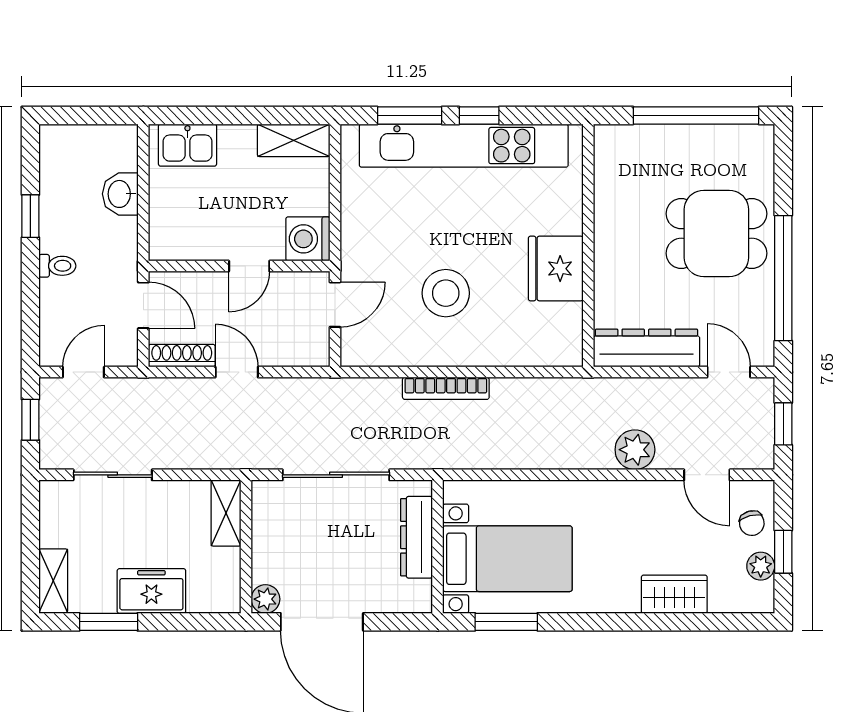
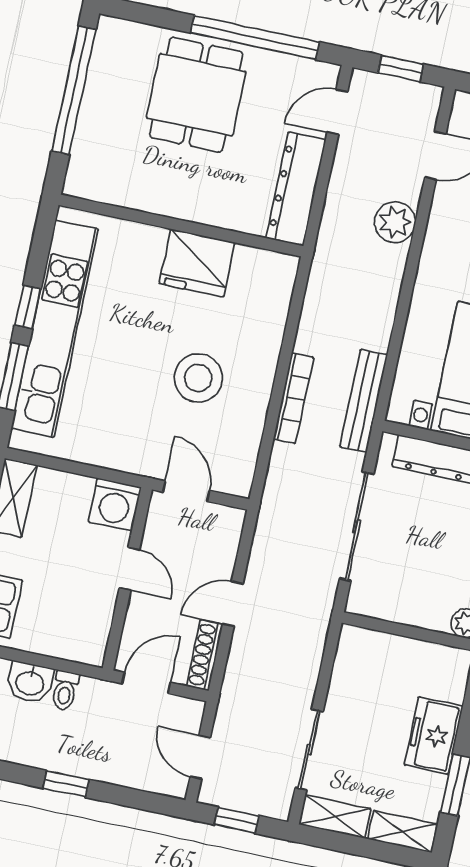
window: (30, 216) -> (66, 784), moved
toilet: (57, 266) -> (65, 690), moved, turned 180
bench: (458, 456) -> (364, 401), added
shelving: (226, 513) -> (335, 817), moved

